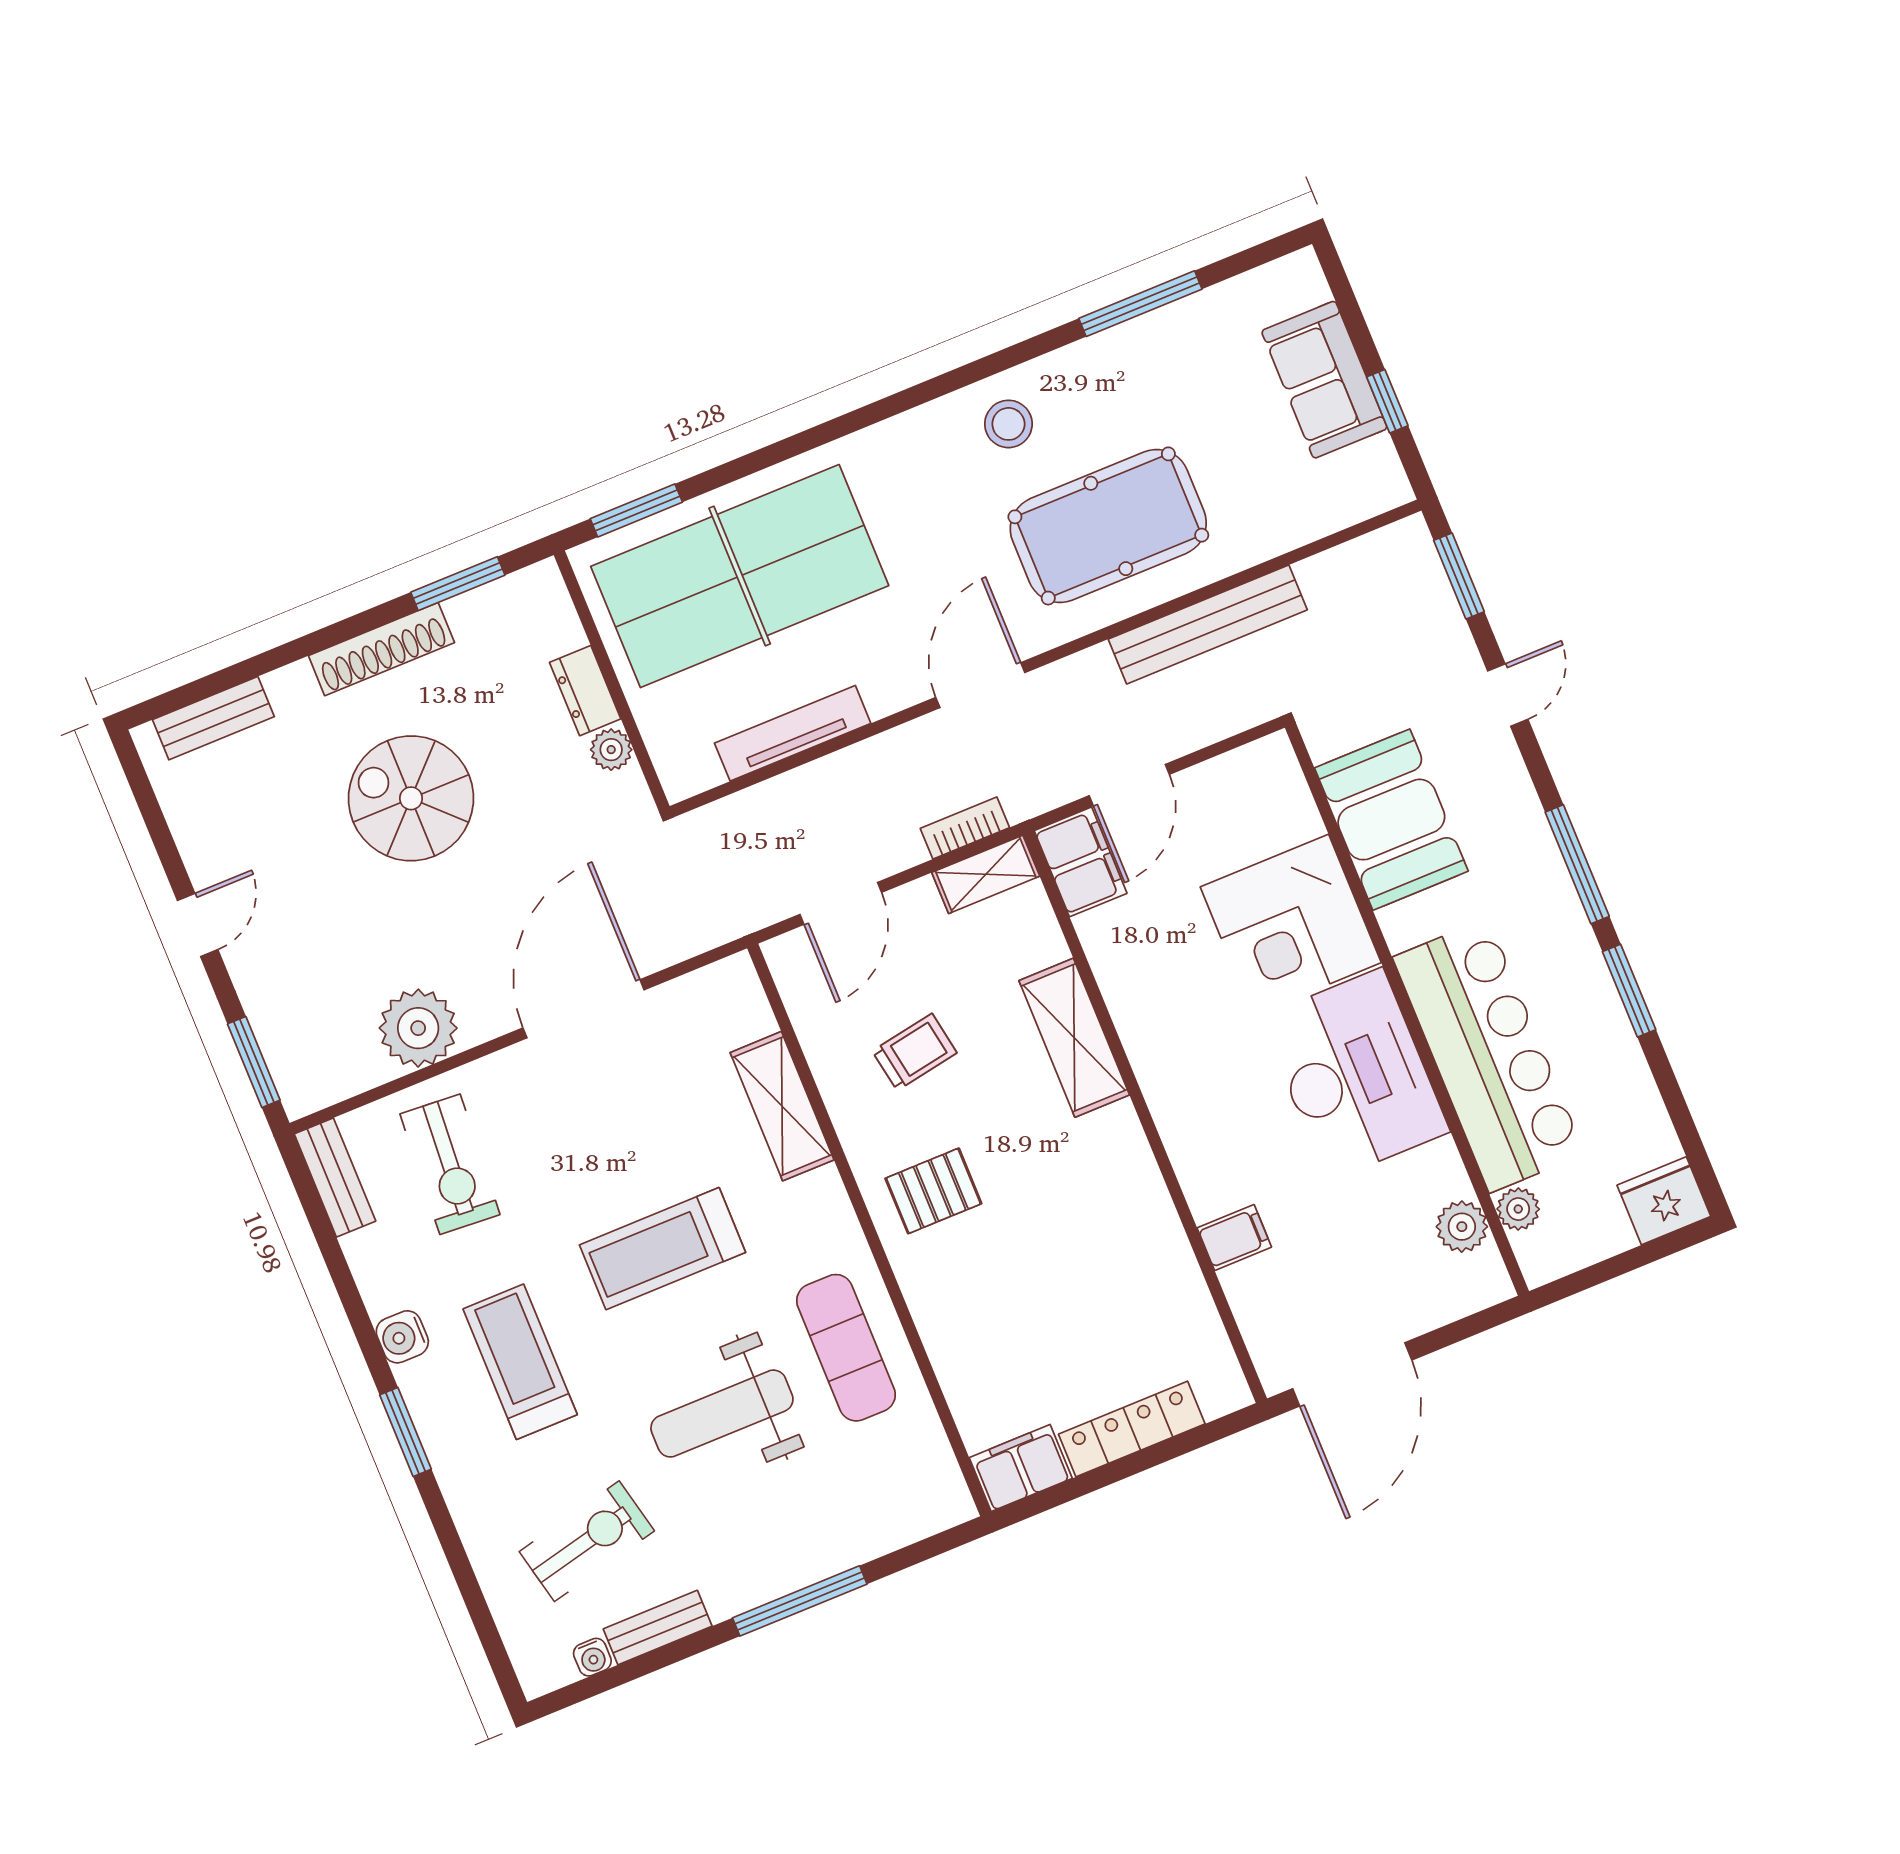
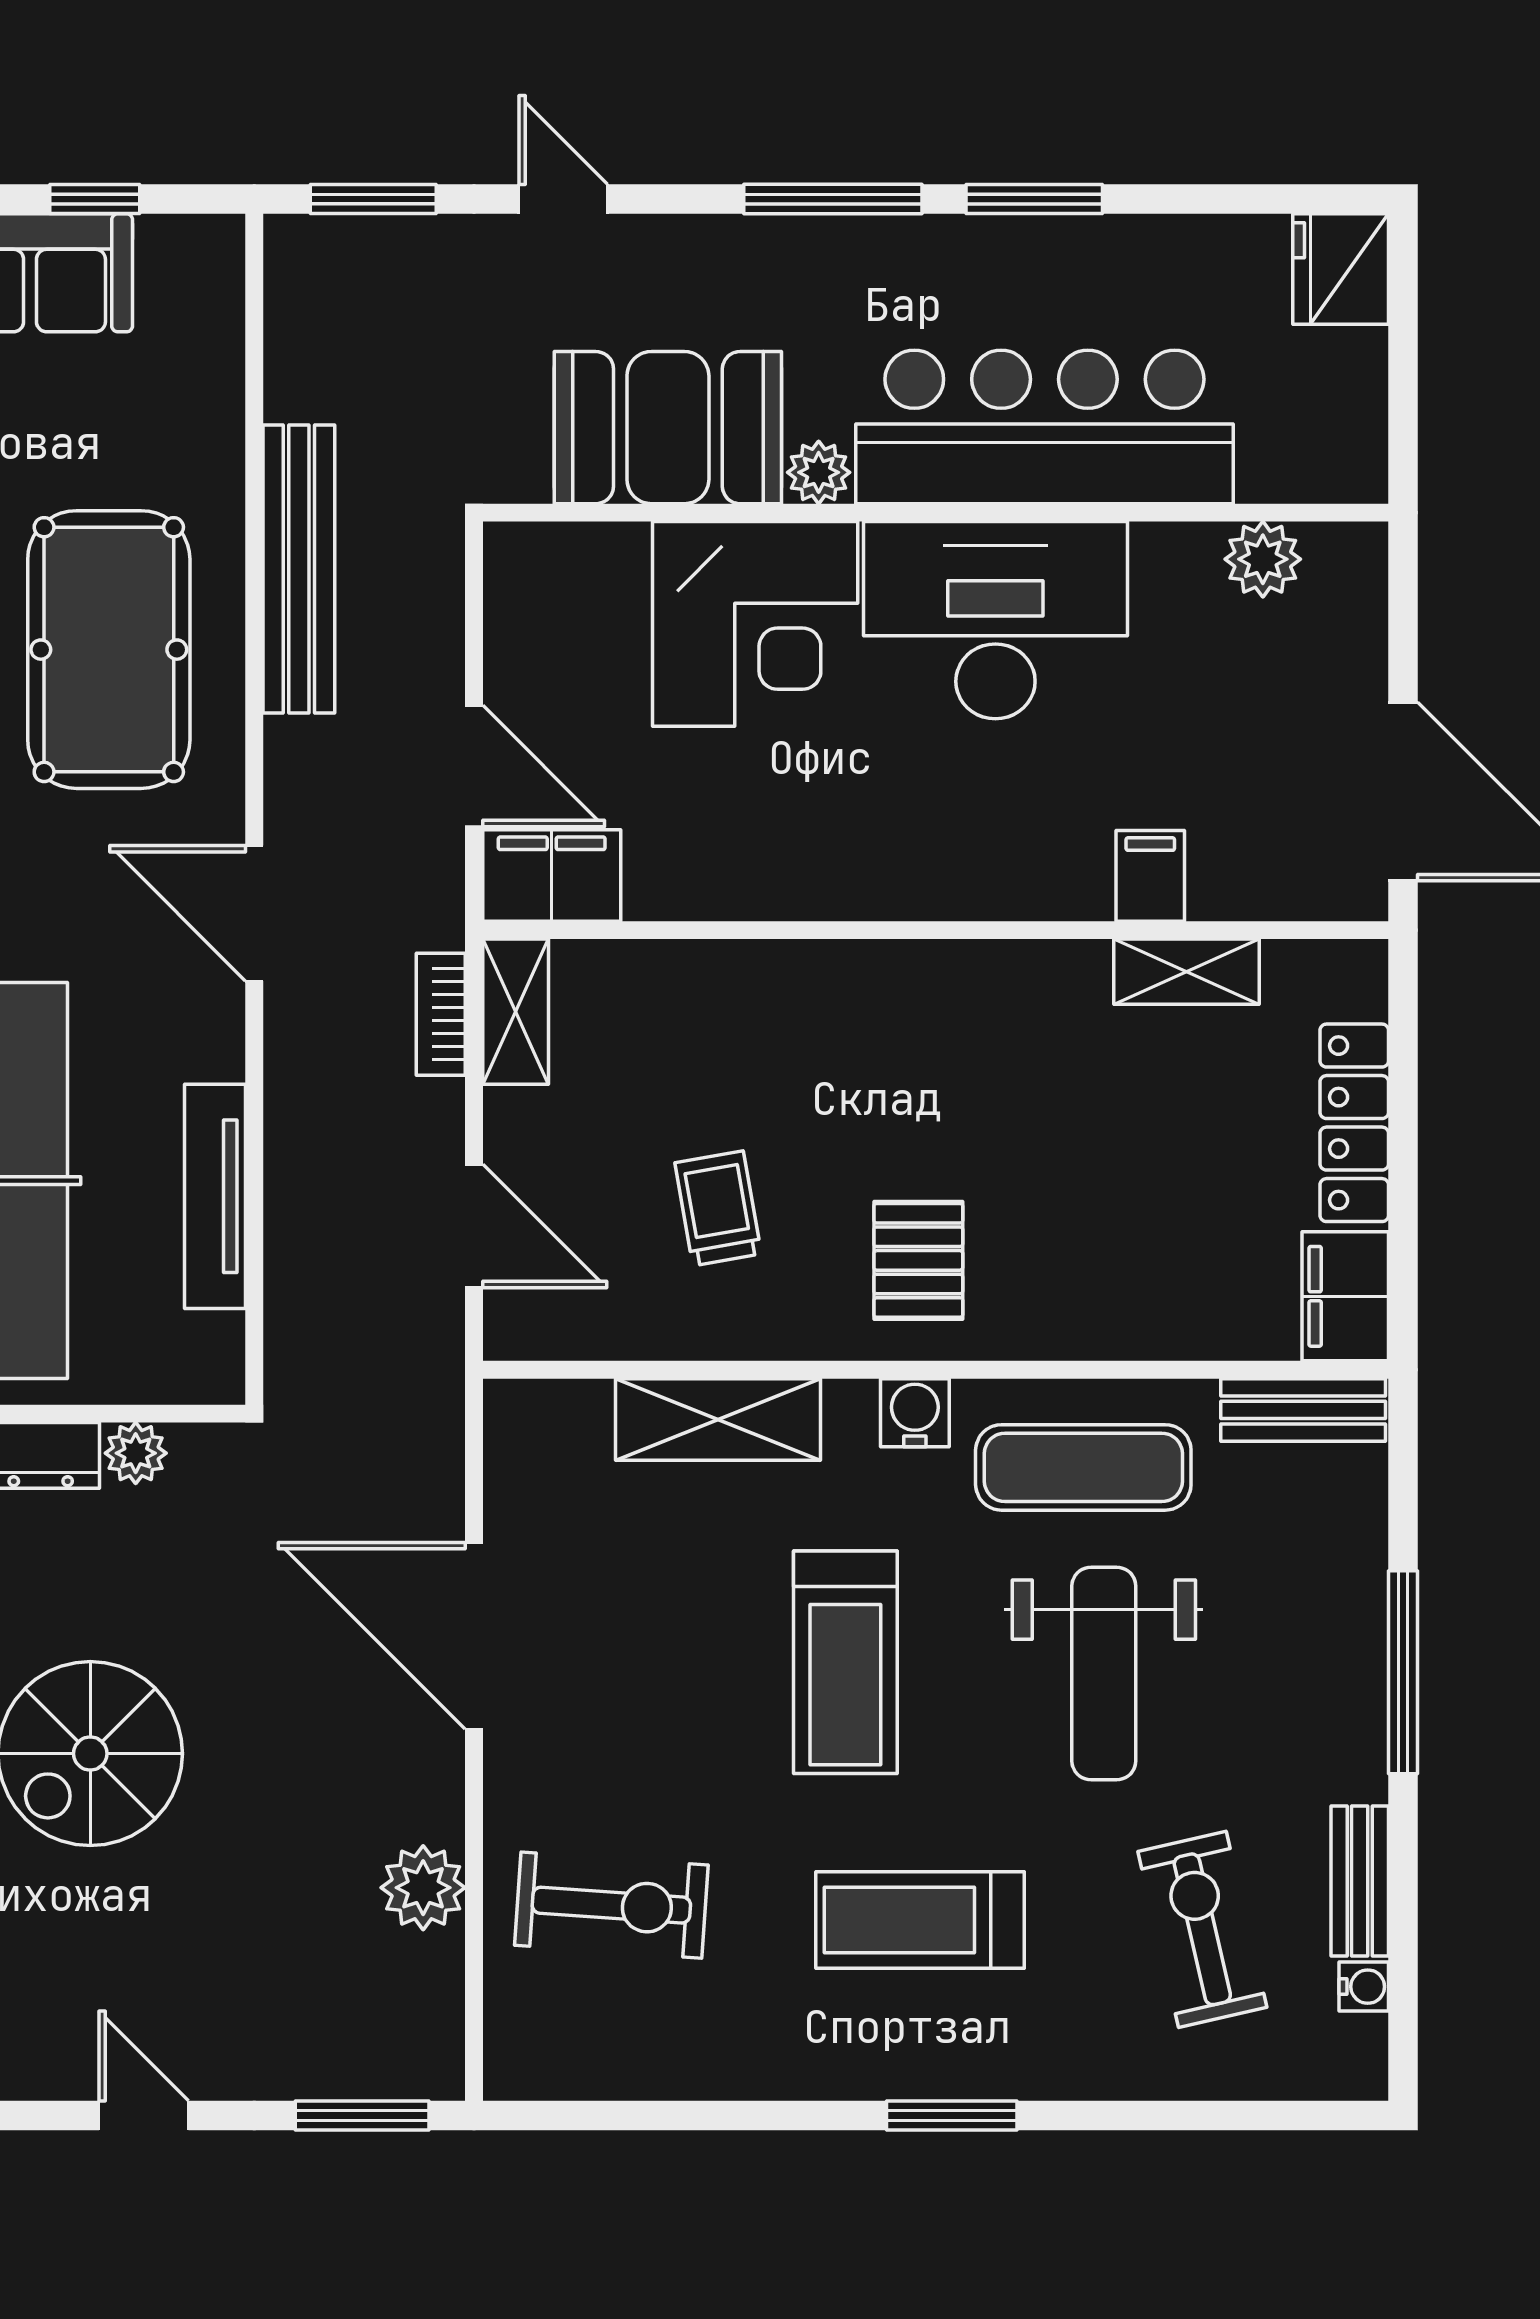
plant: (418, 1028) -> (423, 1888), width x0.73, depth x0.73
shelving: (1074, 1038) -> (1186, 972), moved, width x0.67, depth x0.75
bench: (335, 1178) -> (1303, 1410), moved
plant: (1518, 1209) -> (819, 472), moved
water cooler: (402, 1337) -> (915, 1413), moved, turned 180

